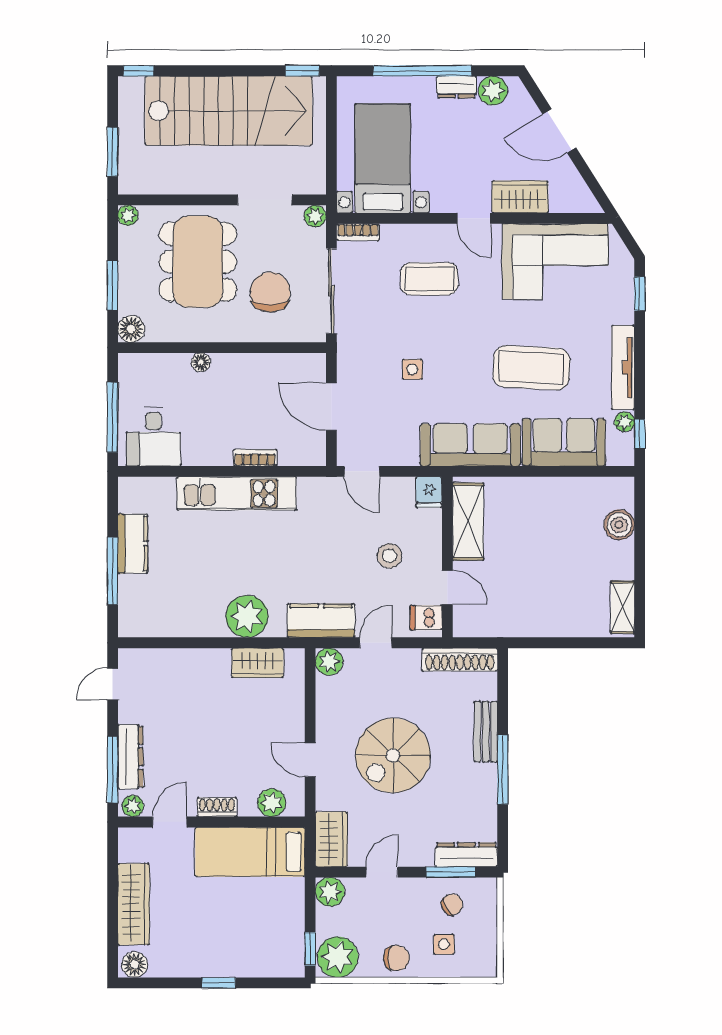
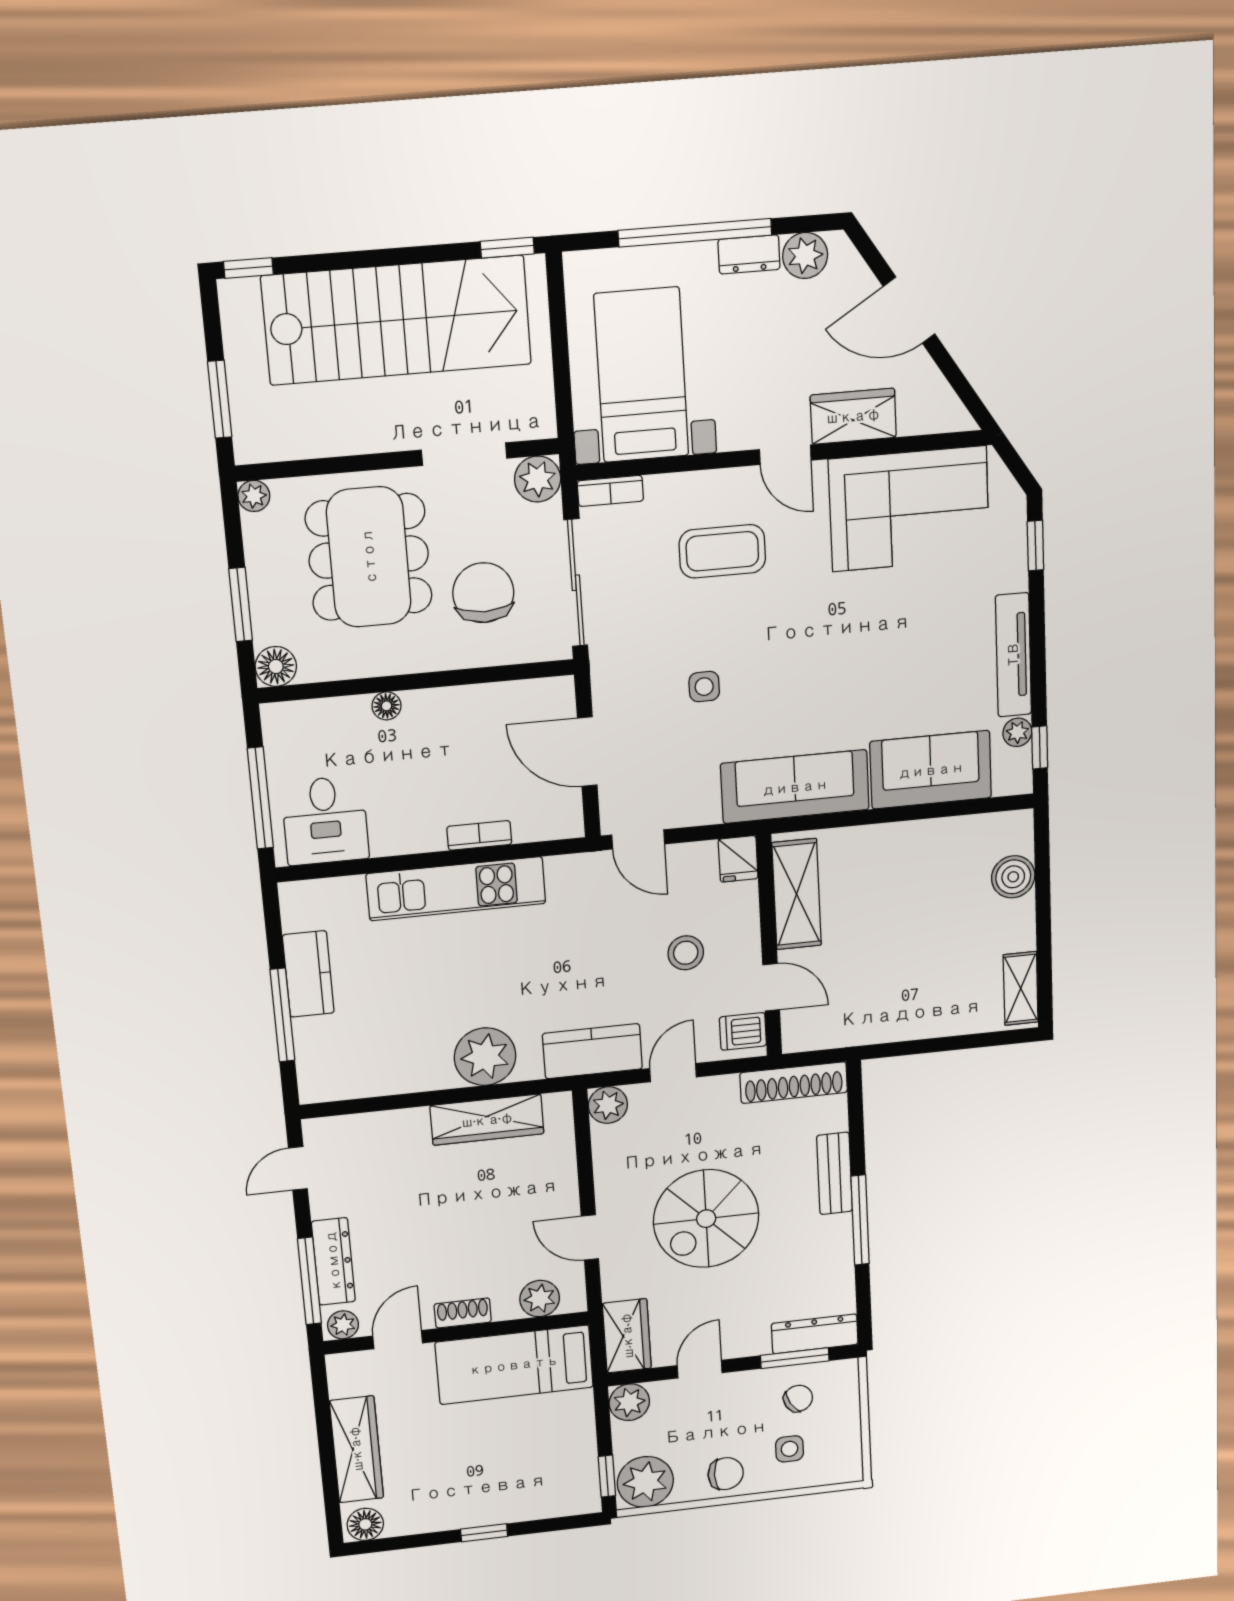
plant: (315, 216) -> (538, 479), width x1.38, depth x1.38
coffee table: (531, 368) -> (880, 668), removed
wardrobe: (258, 663) -> (487, 1120), width x1.50

